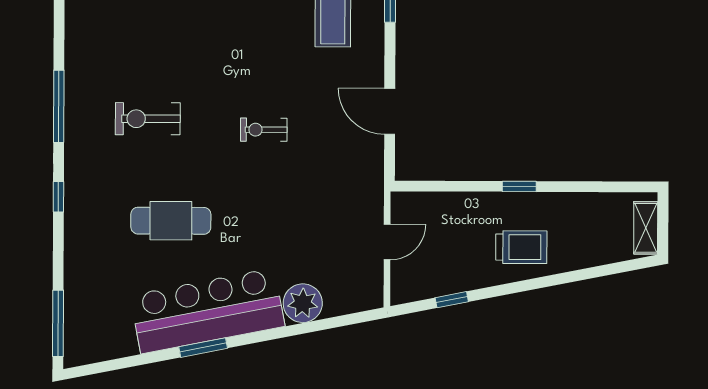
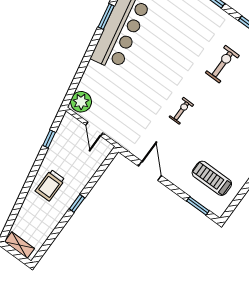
door: (390, 111) -> (150, 171), hinge flipped
cafe table: (171, 221) -> (171, 42), removed
plant: (303, 303) -> (81, 102), moved

